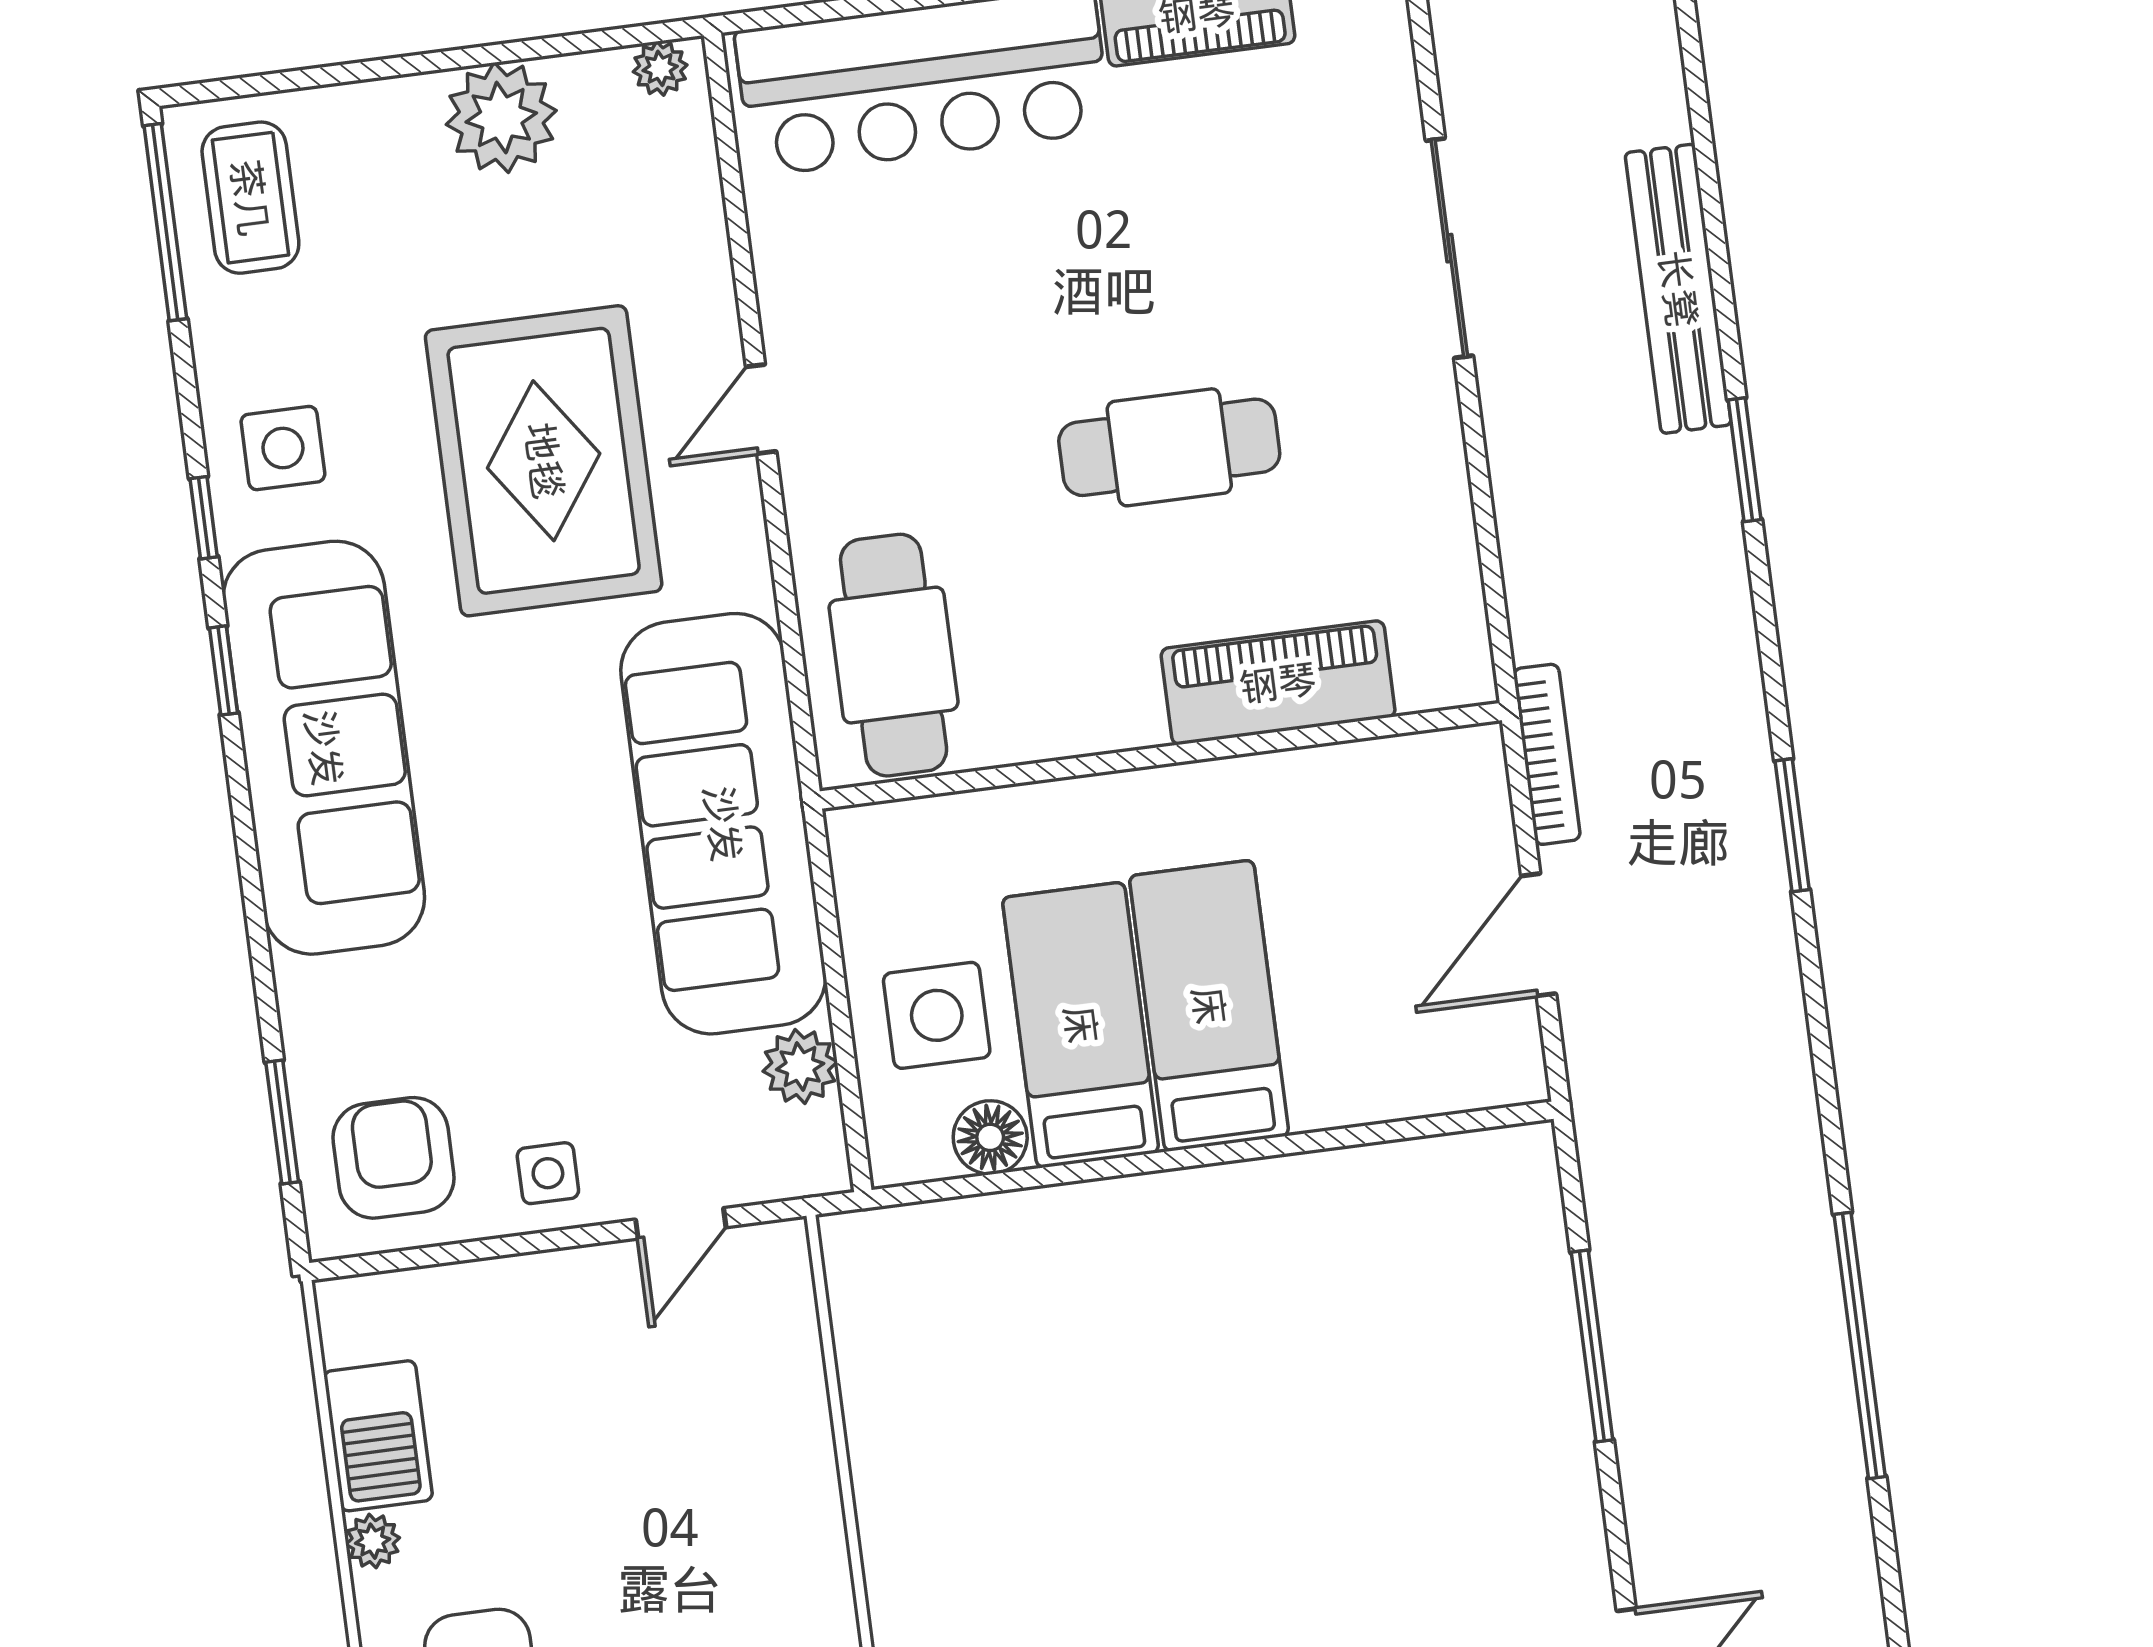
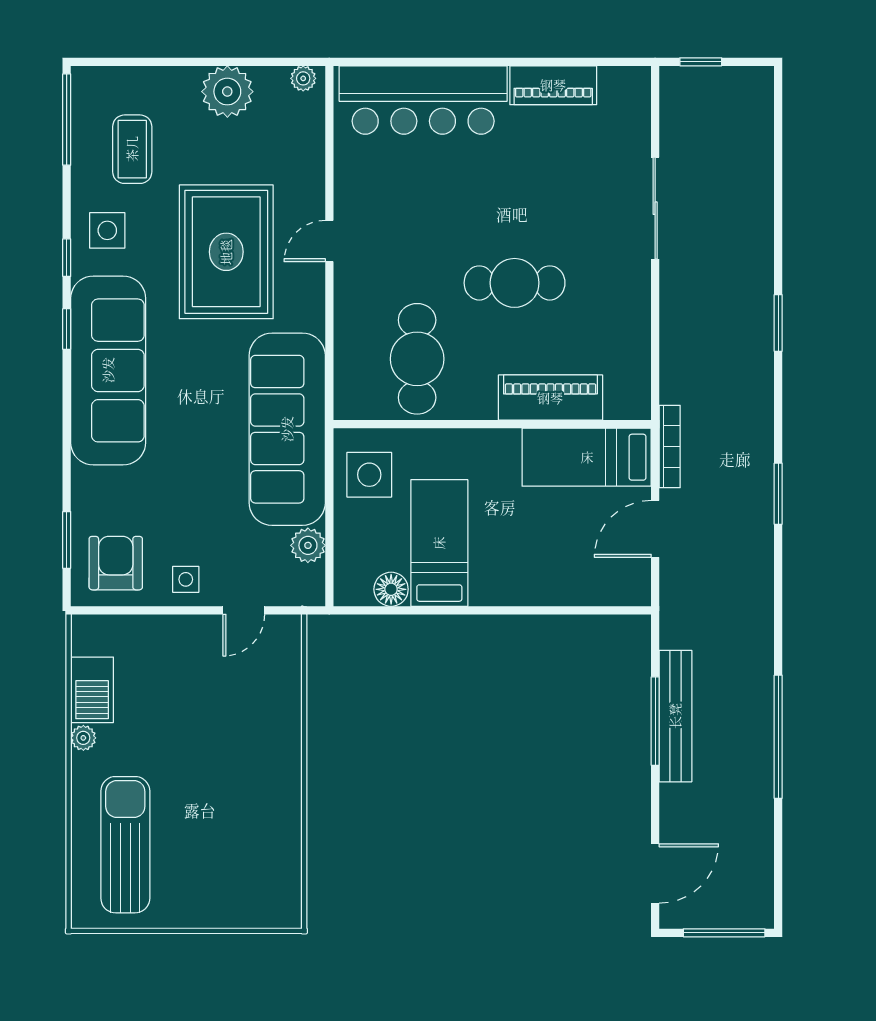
coffee table: (250, 198) -> (132, 149), moved
bench: (1678, 289) -> (675, 716), moved
cafe table: (894, 655) -> (417, 359), moved
bed: (1209, 1006) -> (587, 457), moved, turned -90
side table: (937, 1015) -> (369, 475), moved

